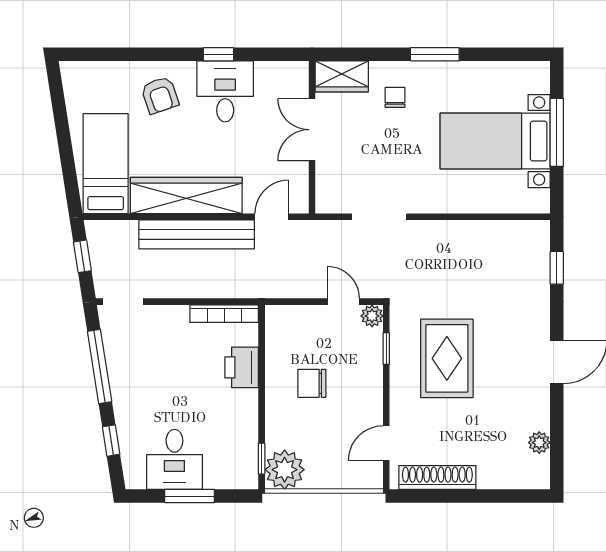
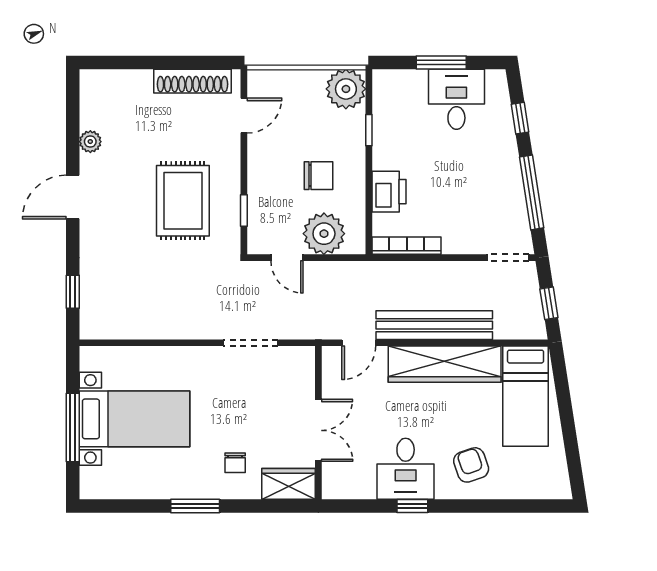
plant: (372, 316) -> (324, 234), moved, width x1.87, depth x1.87
plant: (539, 443) -> (90, 142), moved
window: (262, 459) -> (369, 130), moved

